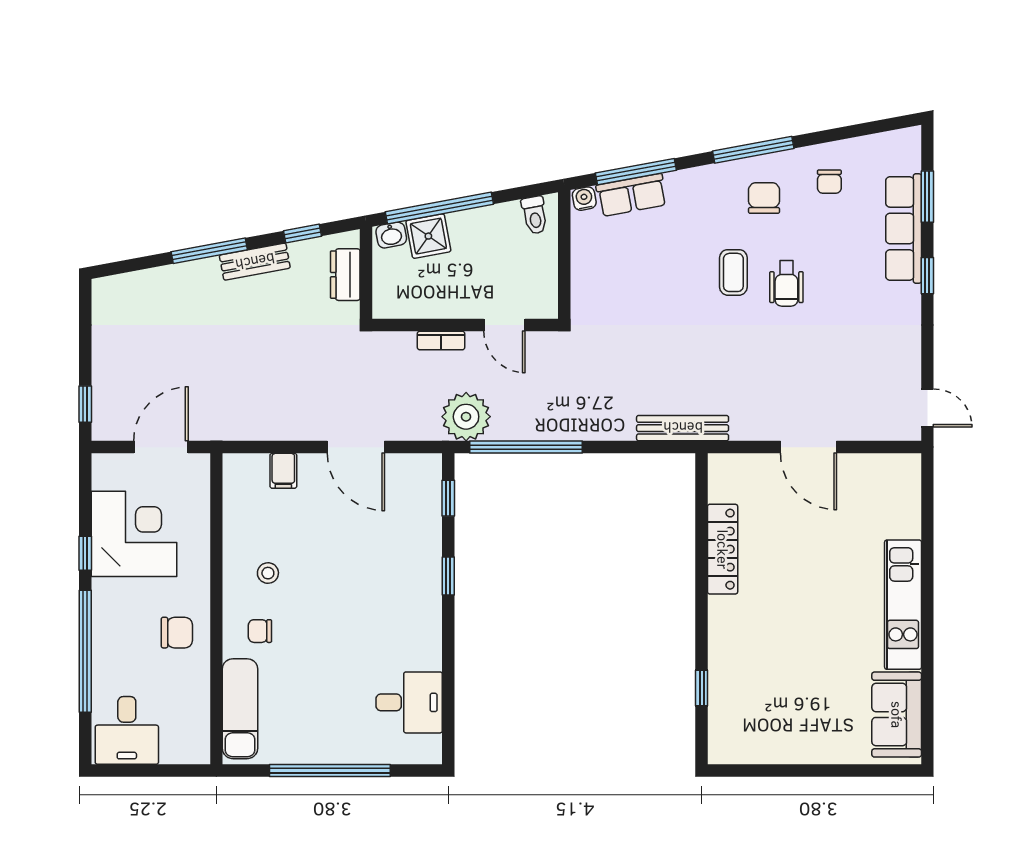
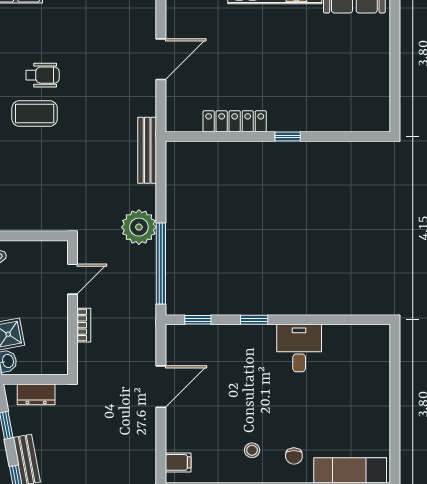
coffee table: (733, 272) -> (35, 114), width x1.36, depth x1.30
plant: (466, 417) -> (139, 227), moved
filing cabinet: (283, 471) -> (178, 462), moved
window: (702, 688) -> (288, 137), moved
desk: (409, 702) -> (299, 348), moved
window: (330, 771) -> (395, 405), removed

